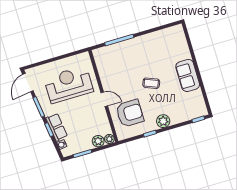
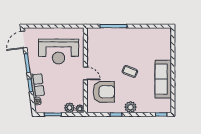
sofa: (188, 75) -> (163, 79), width x1.36
reception desk: (69, 84) -> (59, 52), turned 180

